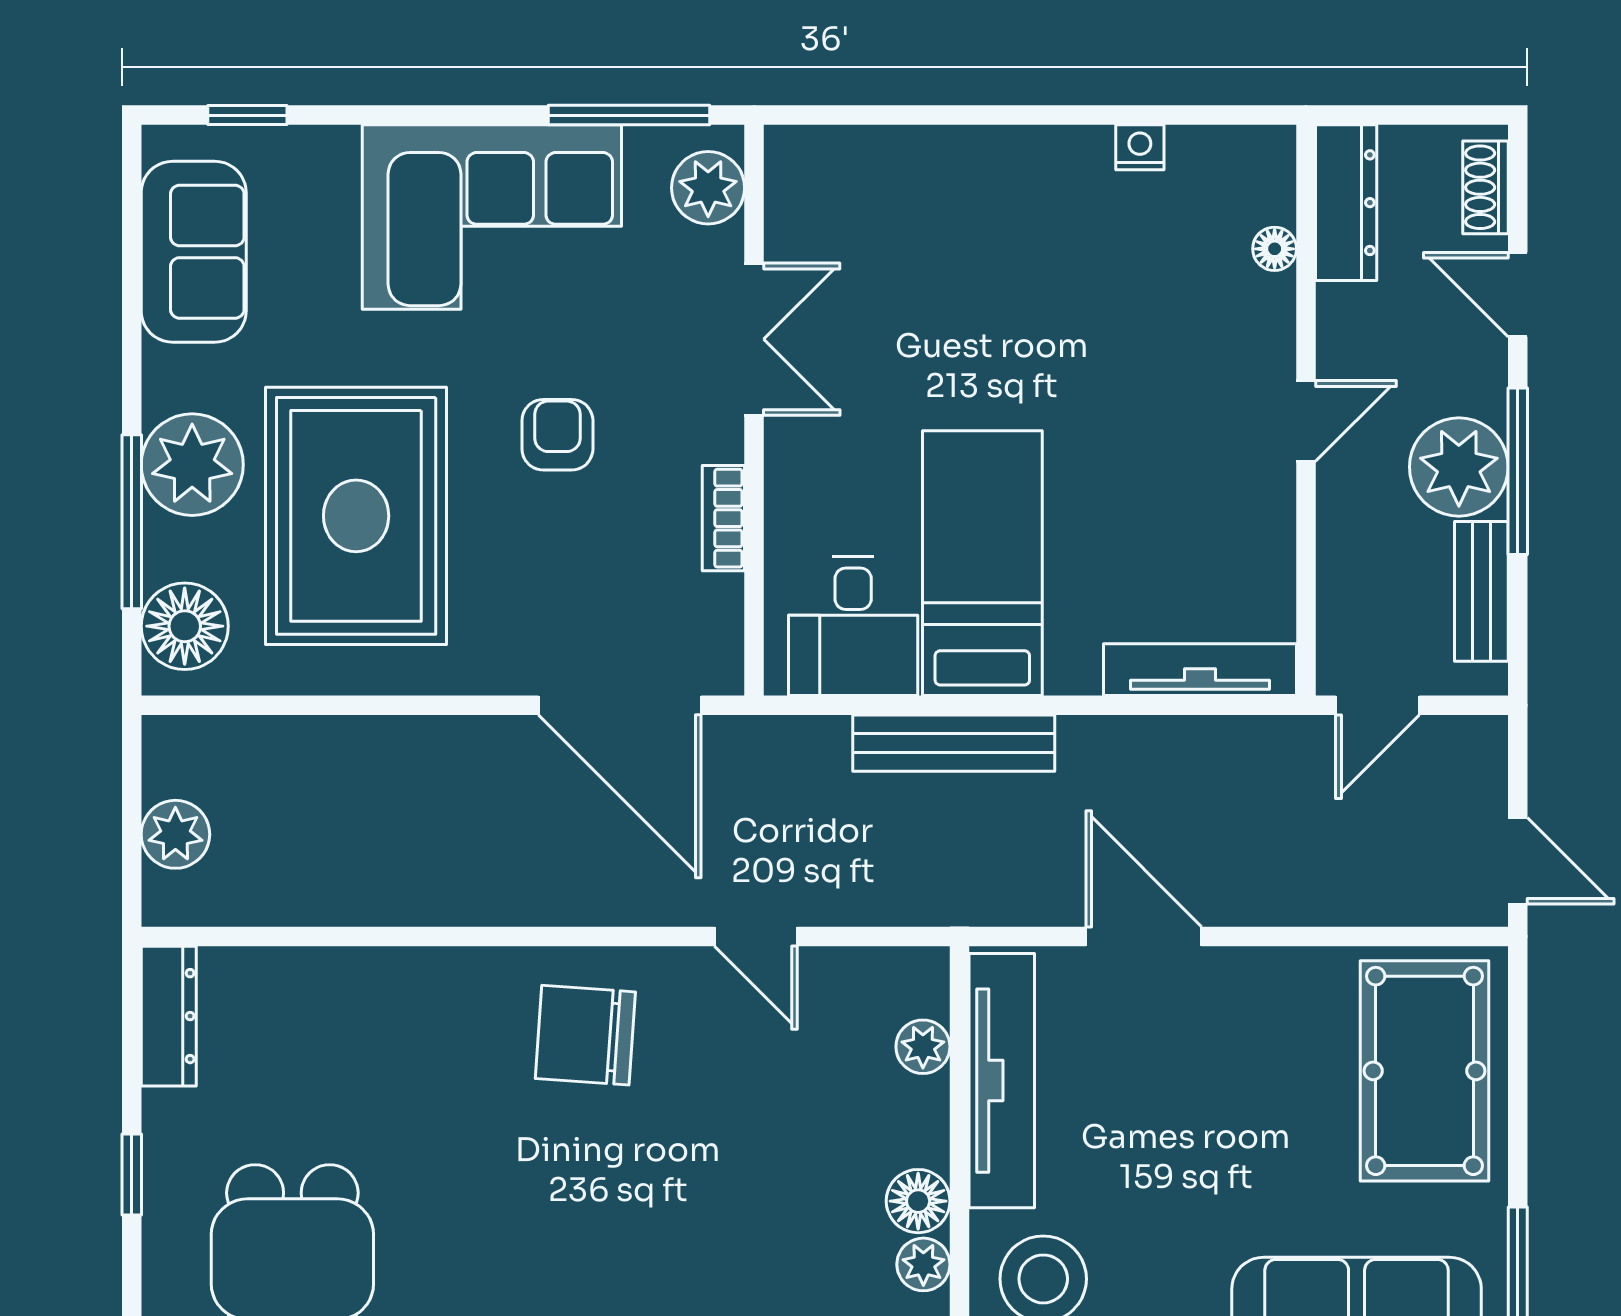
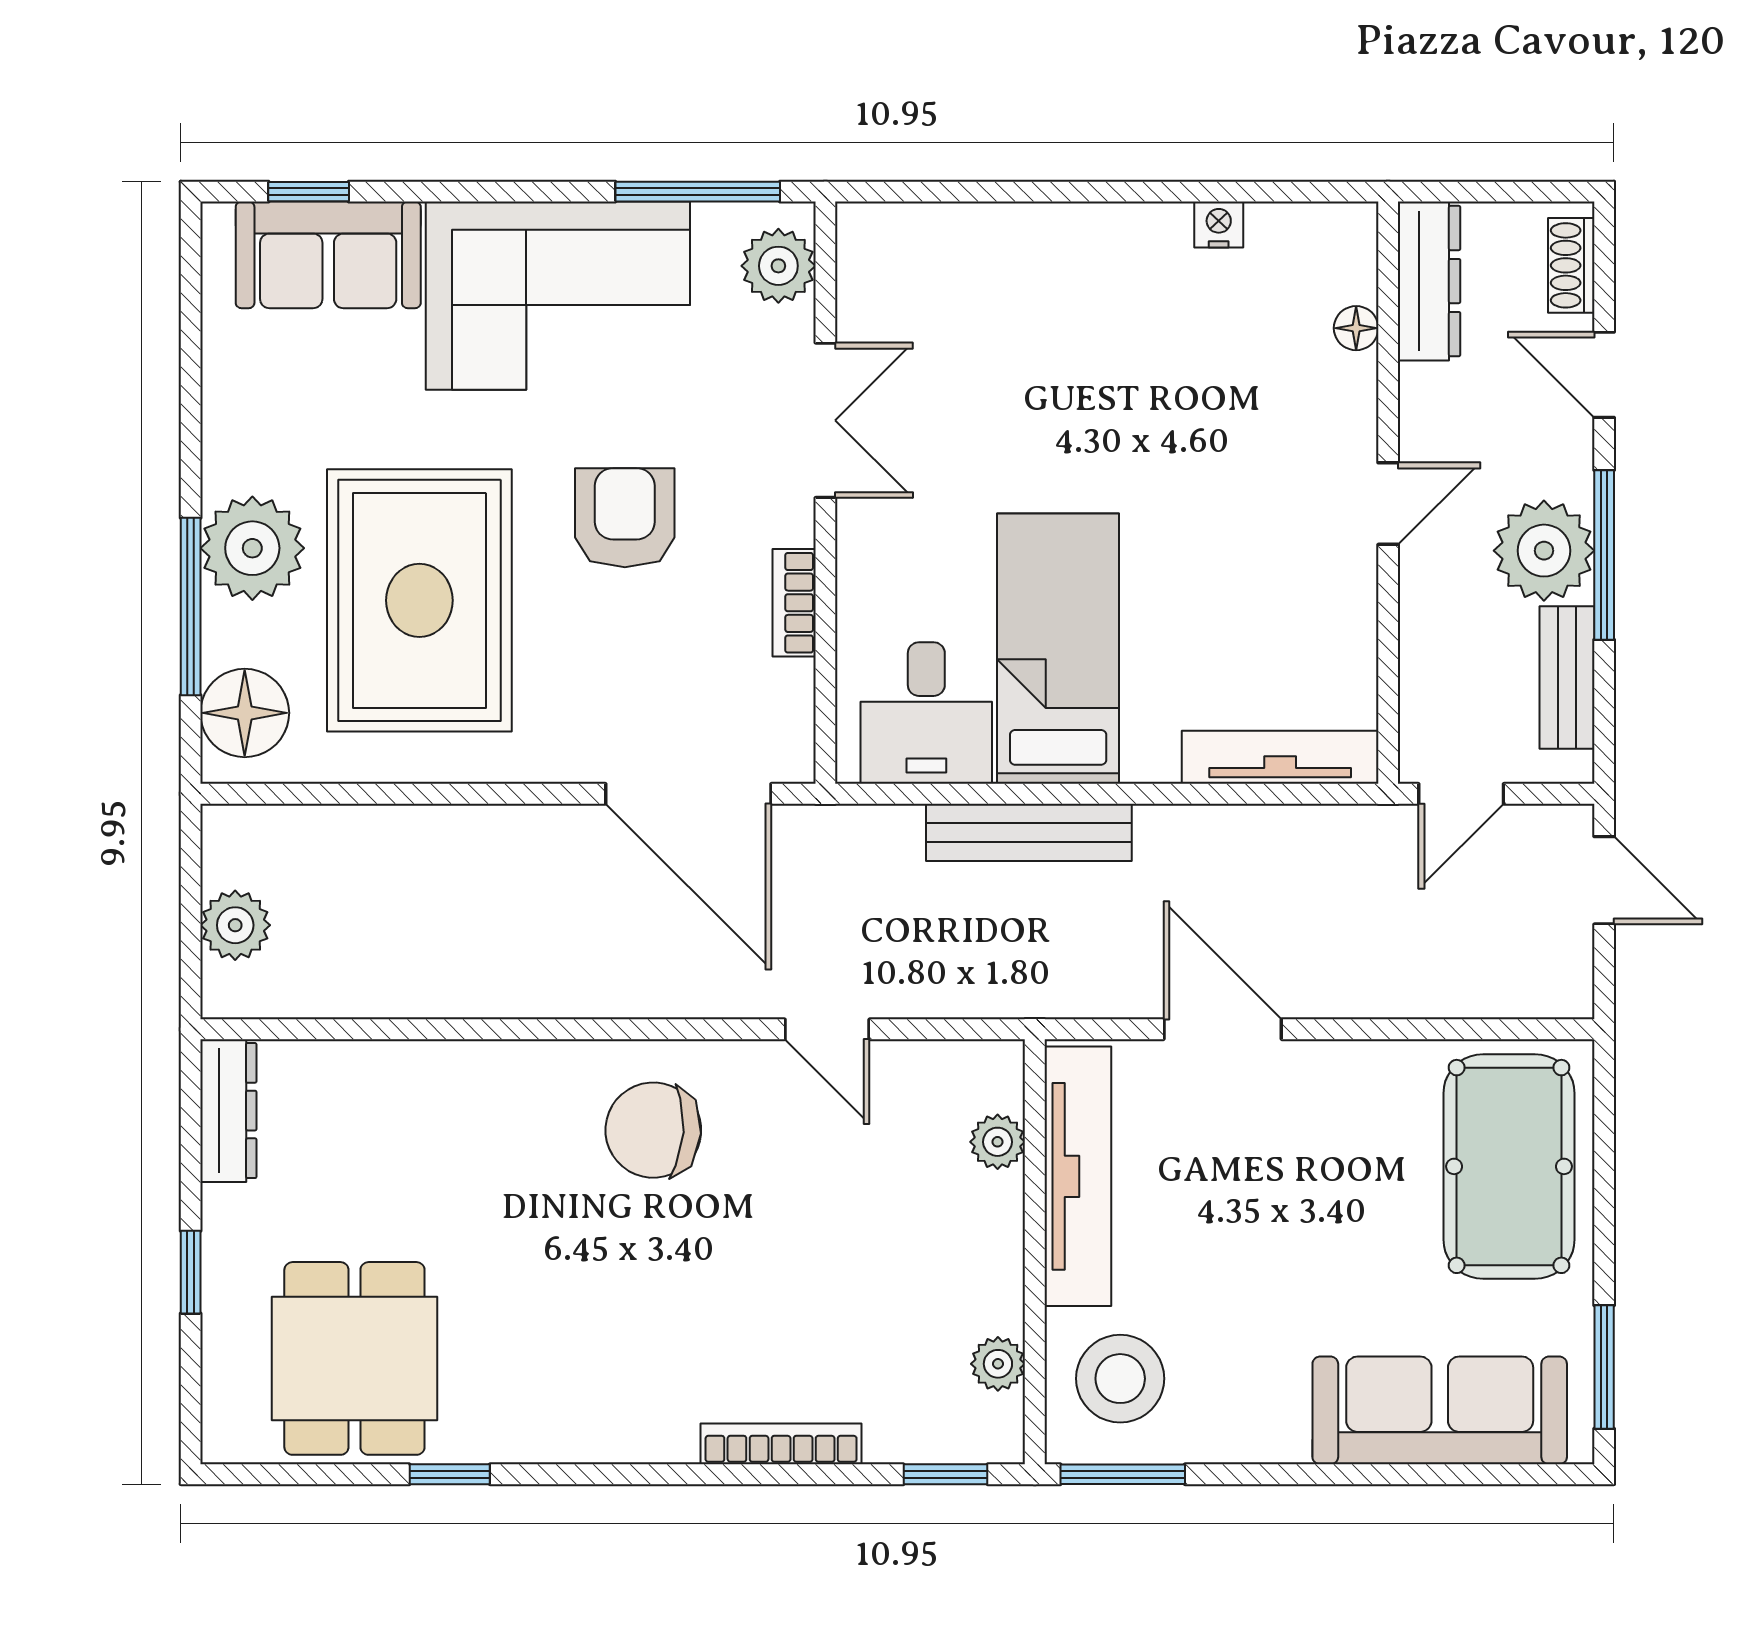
sofa: (194, 252) -> (328, 255), moved, turned 90
armchair: (557, 435) -> (625, 518), width x1.38, depth x1.38
door: (1518, 861) -> (1604, 880), moved
floor lamp: (918, 1201) -> (993, 1299), removed

